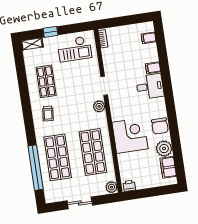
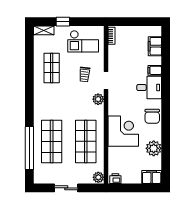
filing cabinet: (149, 38) -> (155, 46), width x2.00
trolley: (48, 114) -> (85, 74), moved
chair: (160, 126) -> (152, 116), moved
filing cabinet: (168, 167) -> (152, 177), moved, turned 90

